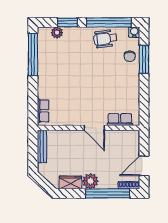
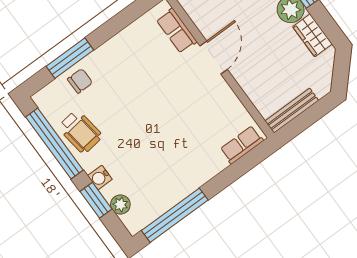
water cooler: (134, 32) -> (100, 178), moved

